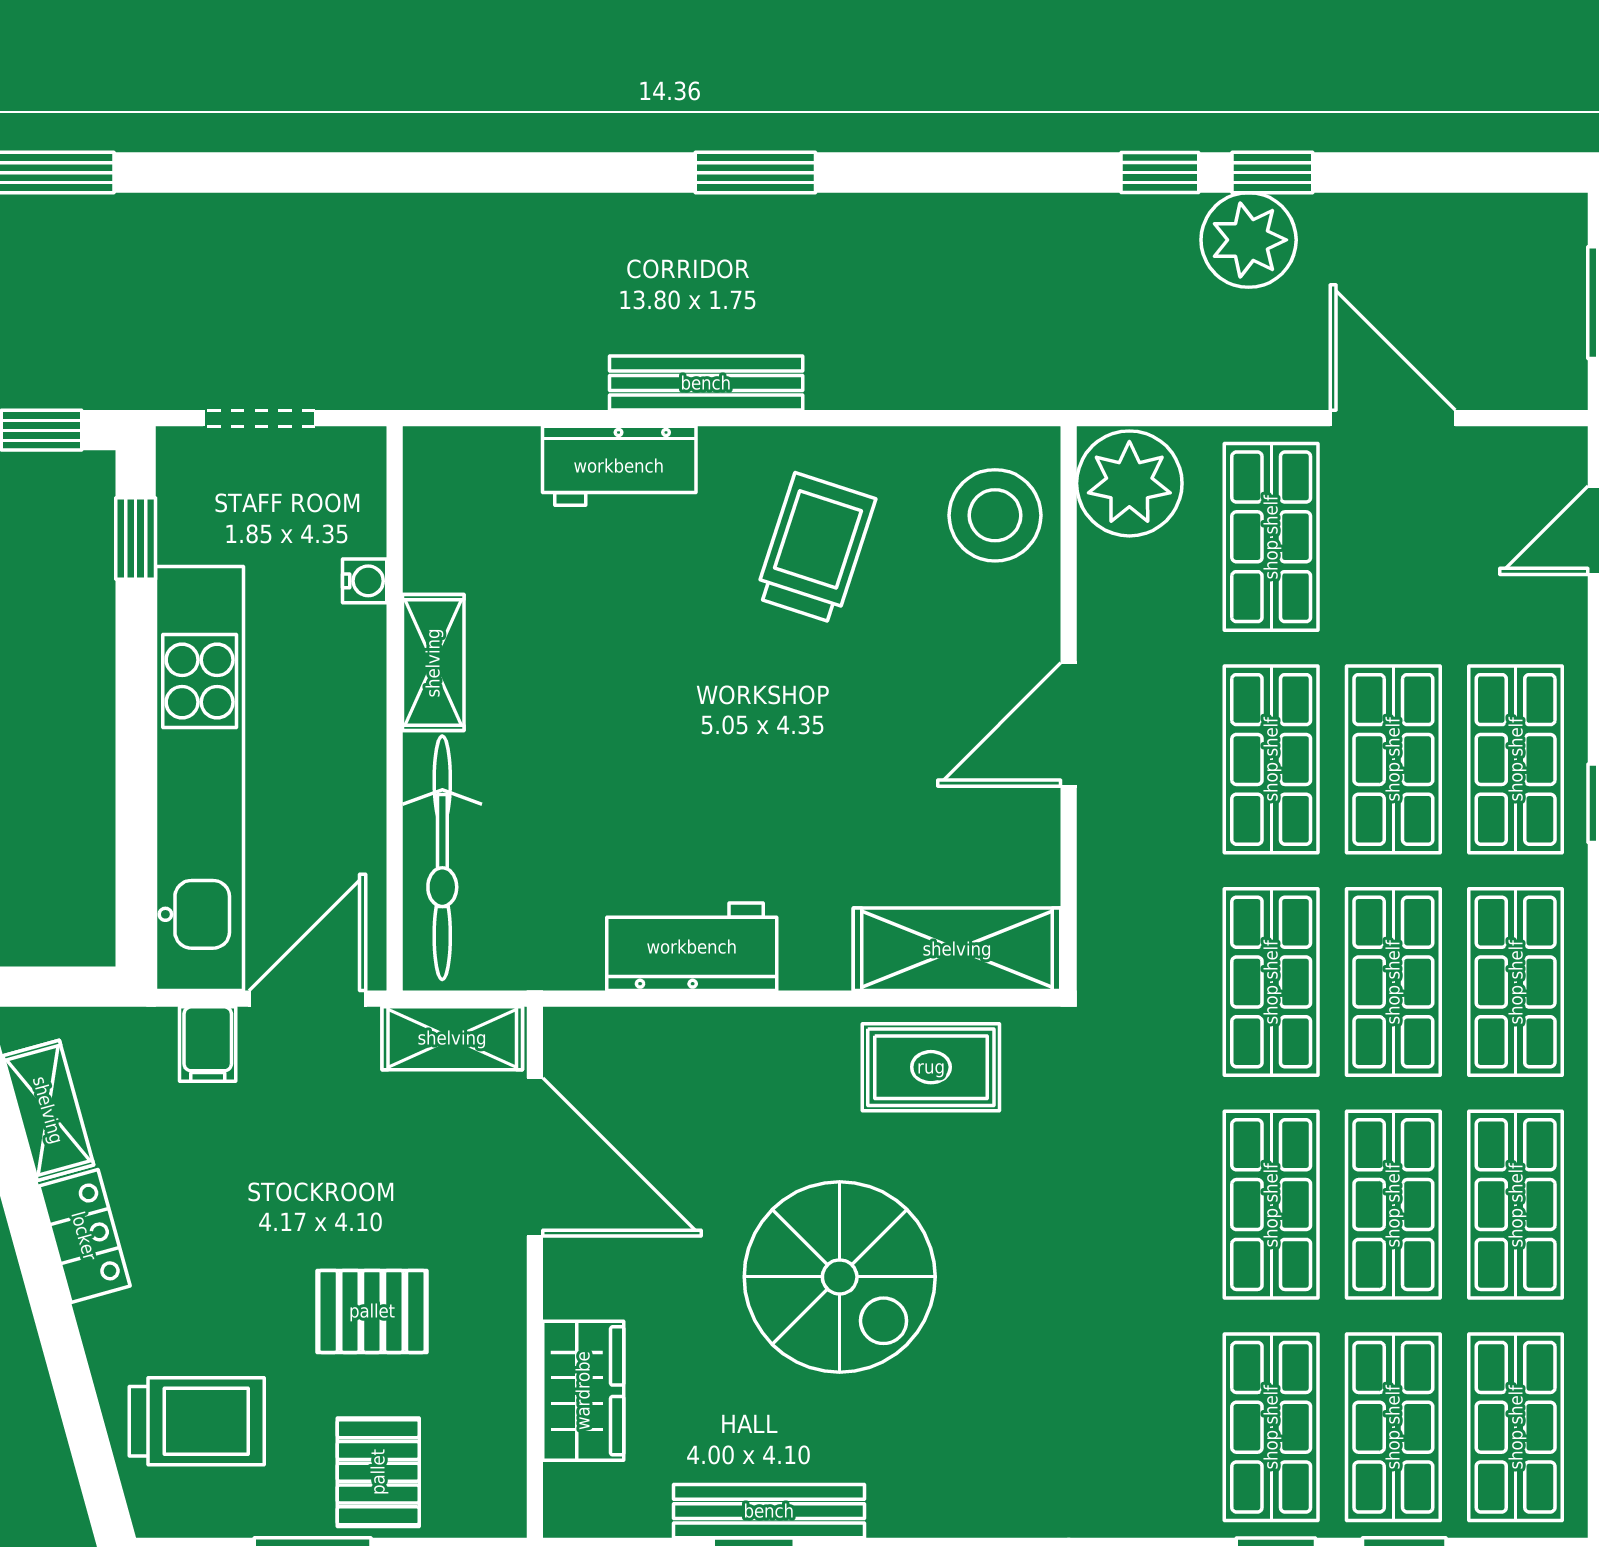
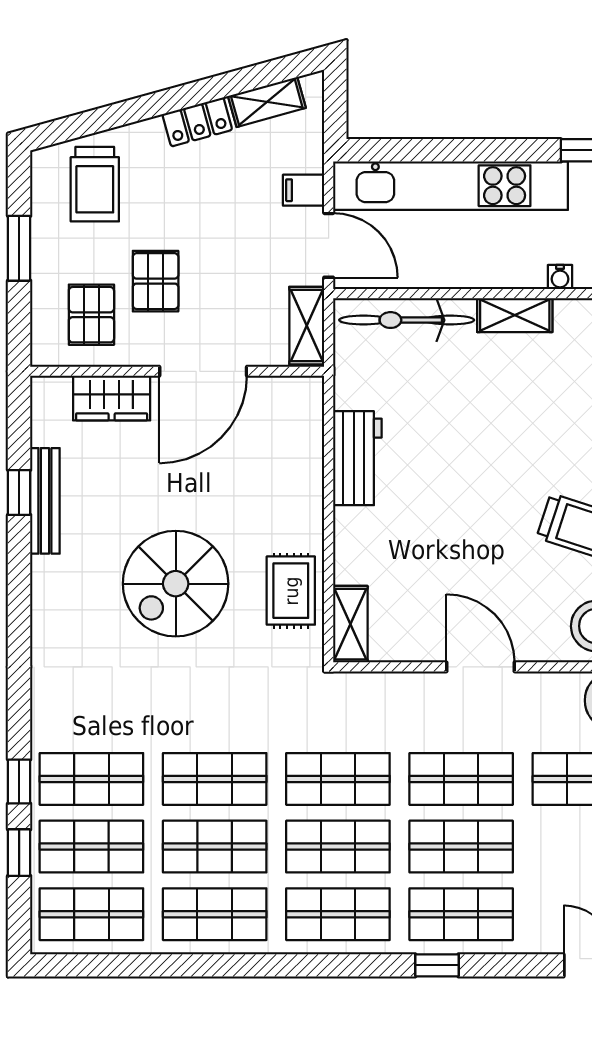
shelving: (957, 949) -> (350, 624), width x0.67, depth x0.75
door: (535, 1157) -> (203, 371), moved
spiral stairs: (840, 1277) -> (176, 584), moved
pallet: (378, 1472) -> (91, 315), moved, turned 90

